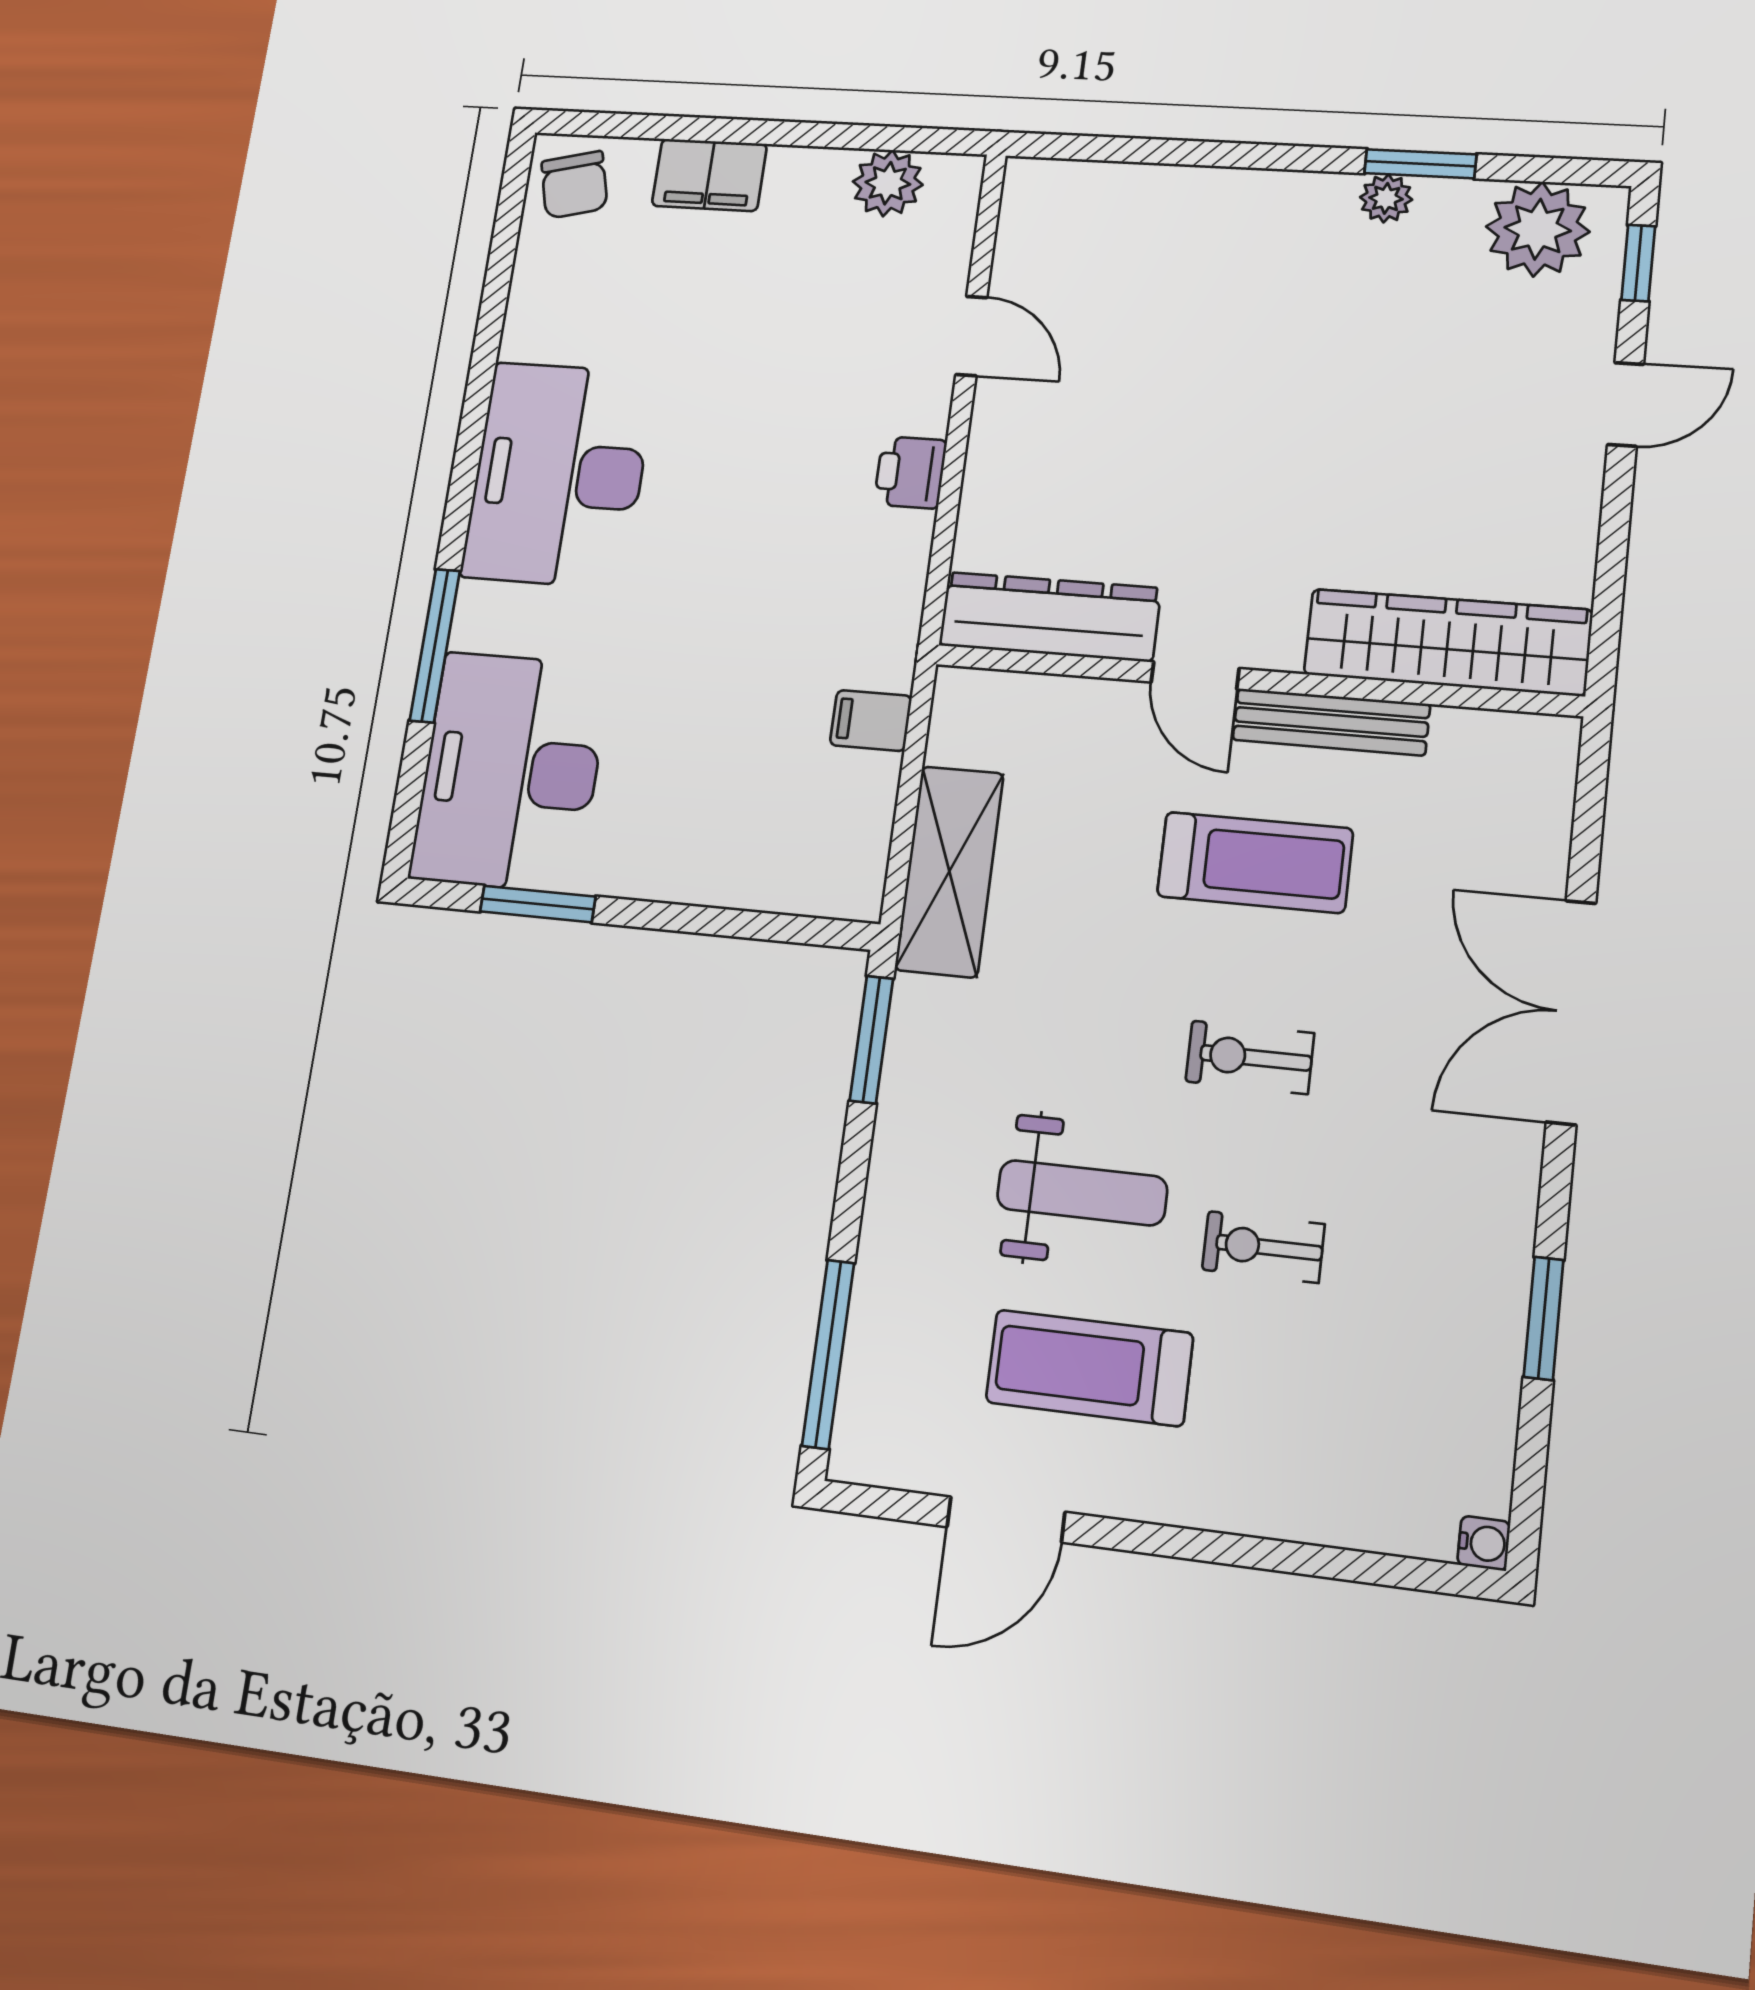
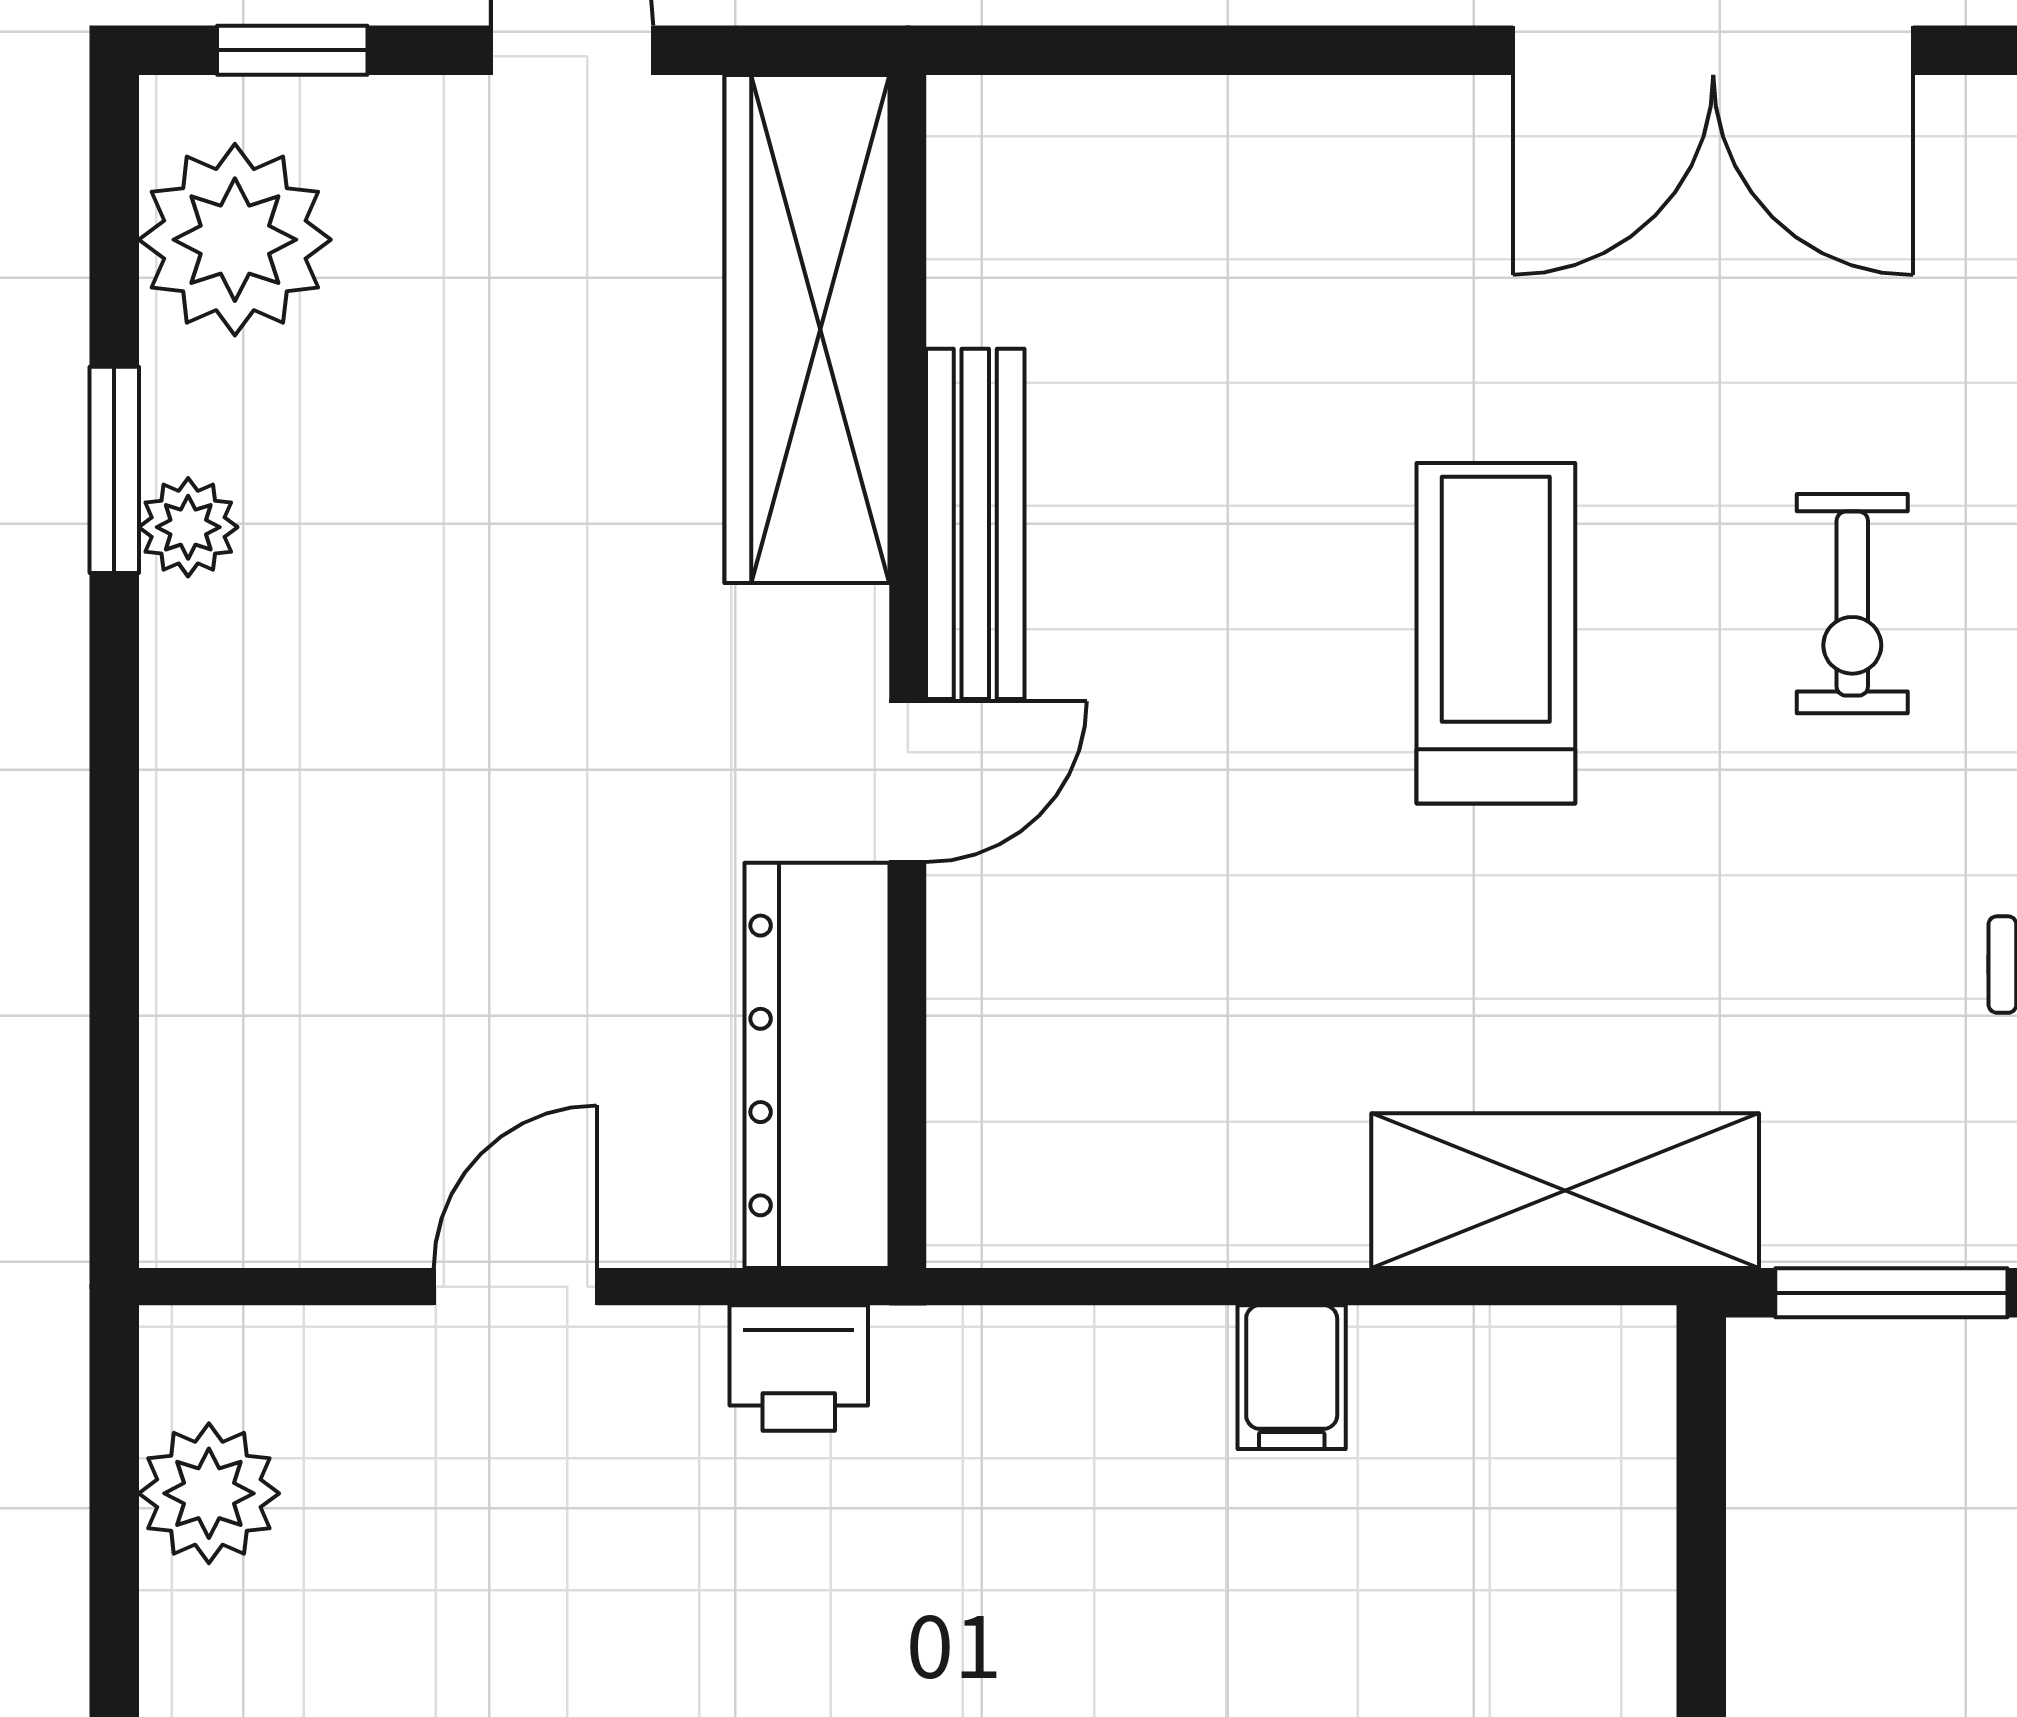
dresser: (1050, 617) -> (817, 1065), moved
wardrobe: (1448, 642) -> (807, 329), moved
door: (1195, 675) -> (908, 782), moved
wall: (1255, 680) -> (908, 671), moved
bench: (1331, 722) -> (975, 524), moved

